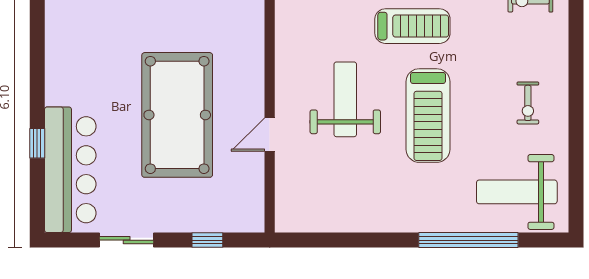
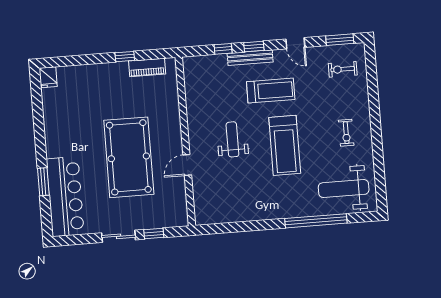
weight bench: (345, 99) -> (232, 139), width x0.73, depth x0.75
window: (37, 143) -> (43, 182), width x1.50
sliding door: (127, 240) -> (119, 236), moved

